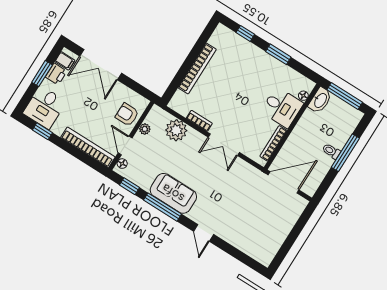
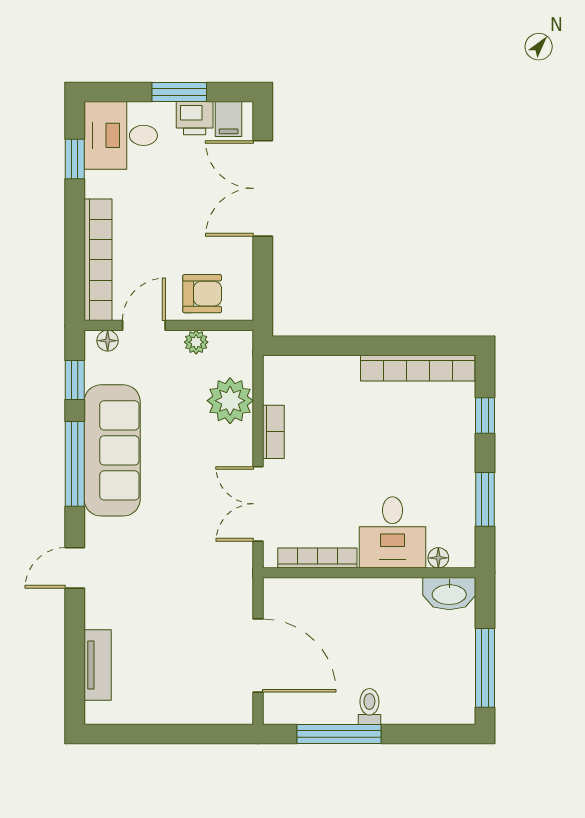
bookcase: (197, 69) -> (418, 368), moved
floor lamp: (303, 96) -> (438, 558), moved
washbasin: (320, 100) -> (449, 594), moved
desk: (282, 107) -> (392, 532), moved
armchair: (127, 115) -> (202, 294), turned 90
wall: (292, 127) -> (369, 573), moved
bookcase: (273, 143) -> (317, 558), moved
window: (345, 153) -> (339, 734), moved
sofa: (173, 193) -> (112, 450), width x1.36
tv unit: (248, 248) -> (98, 665), added

